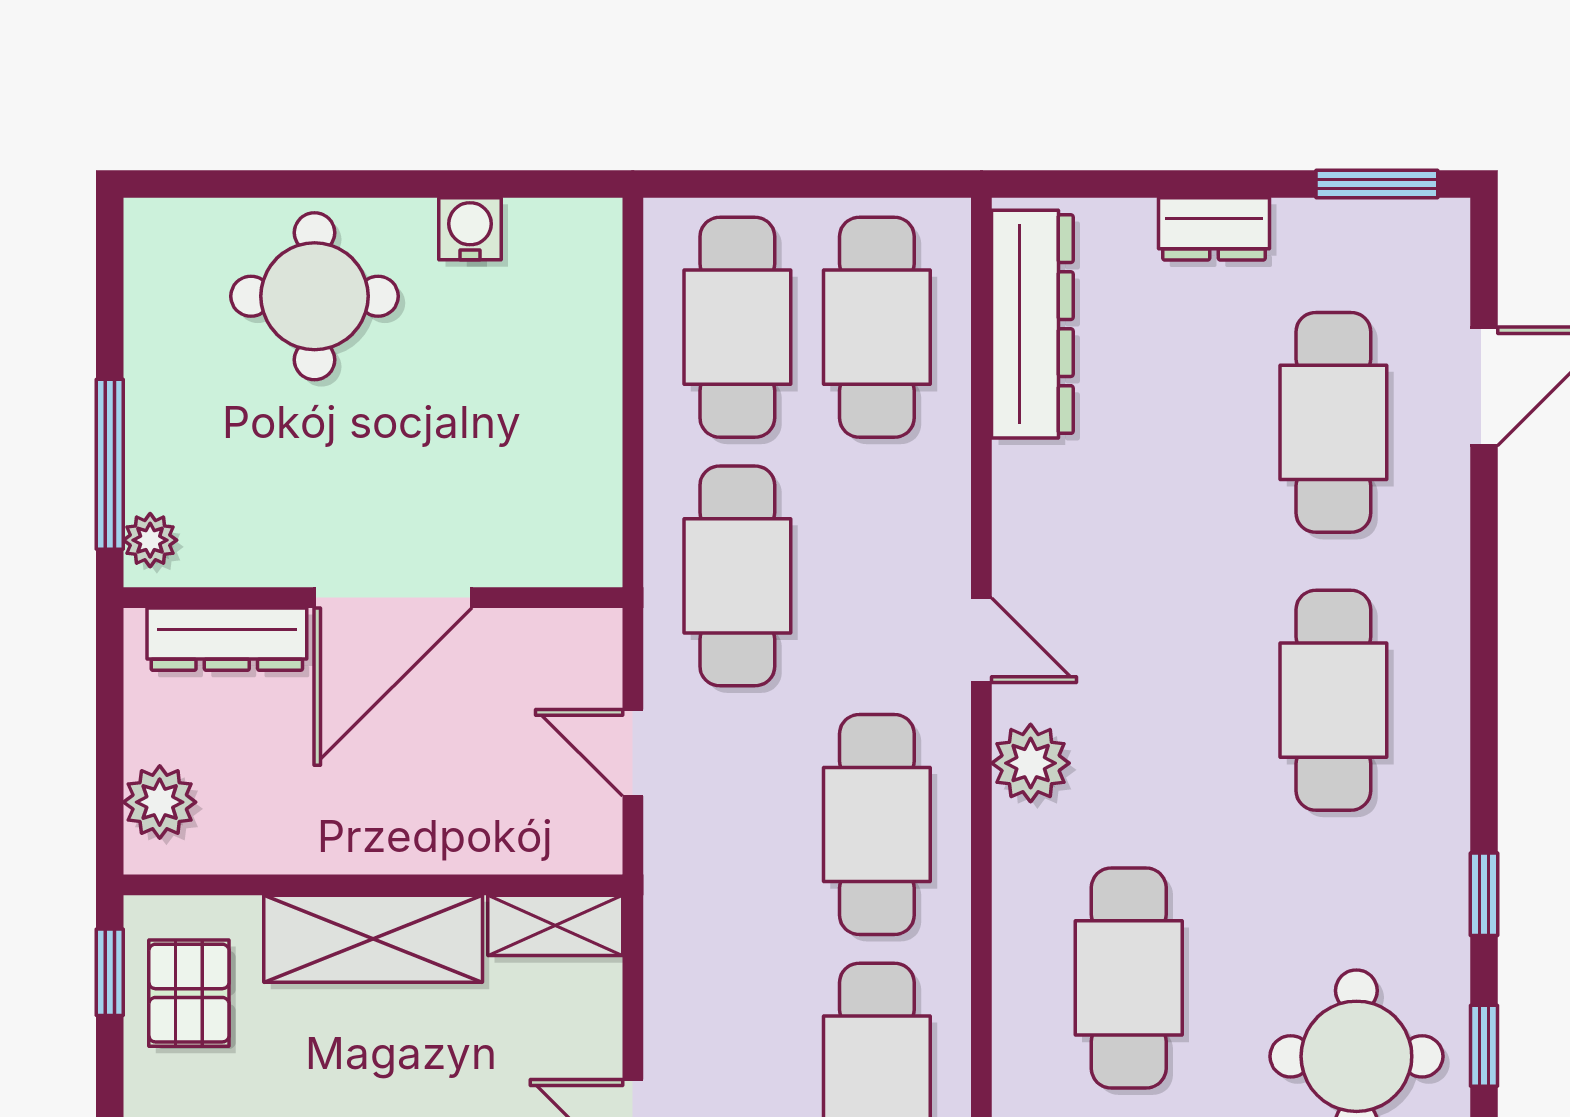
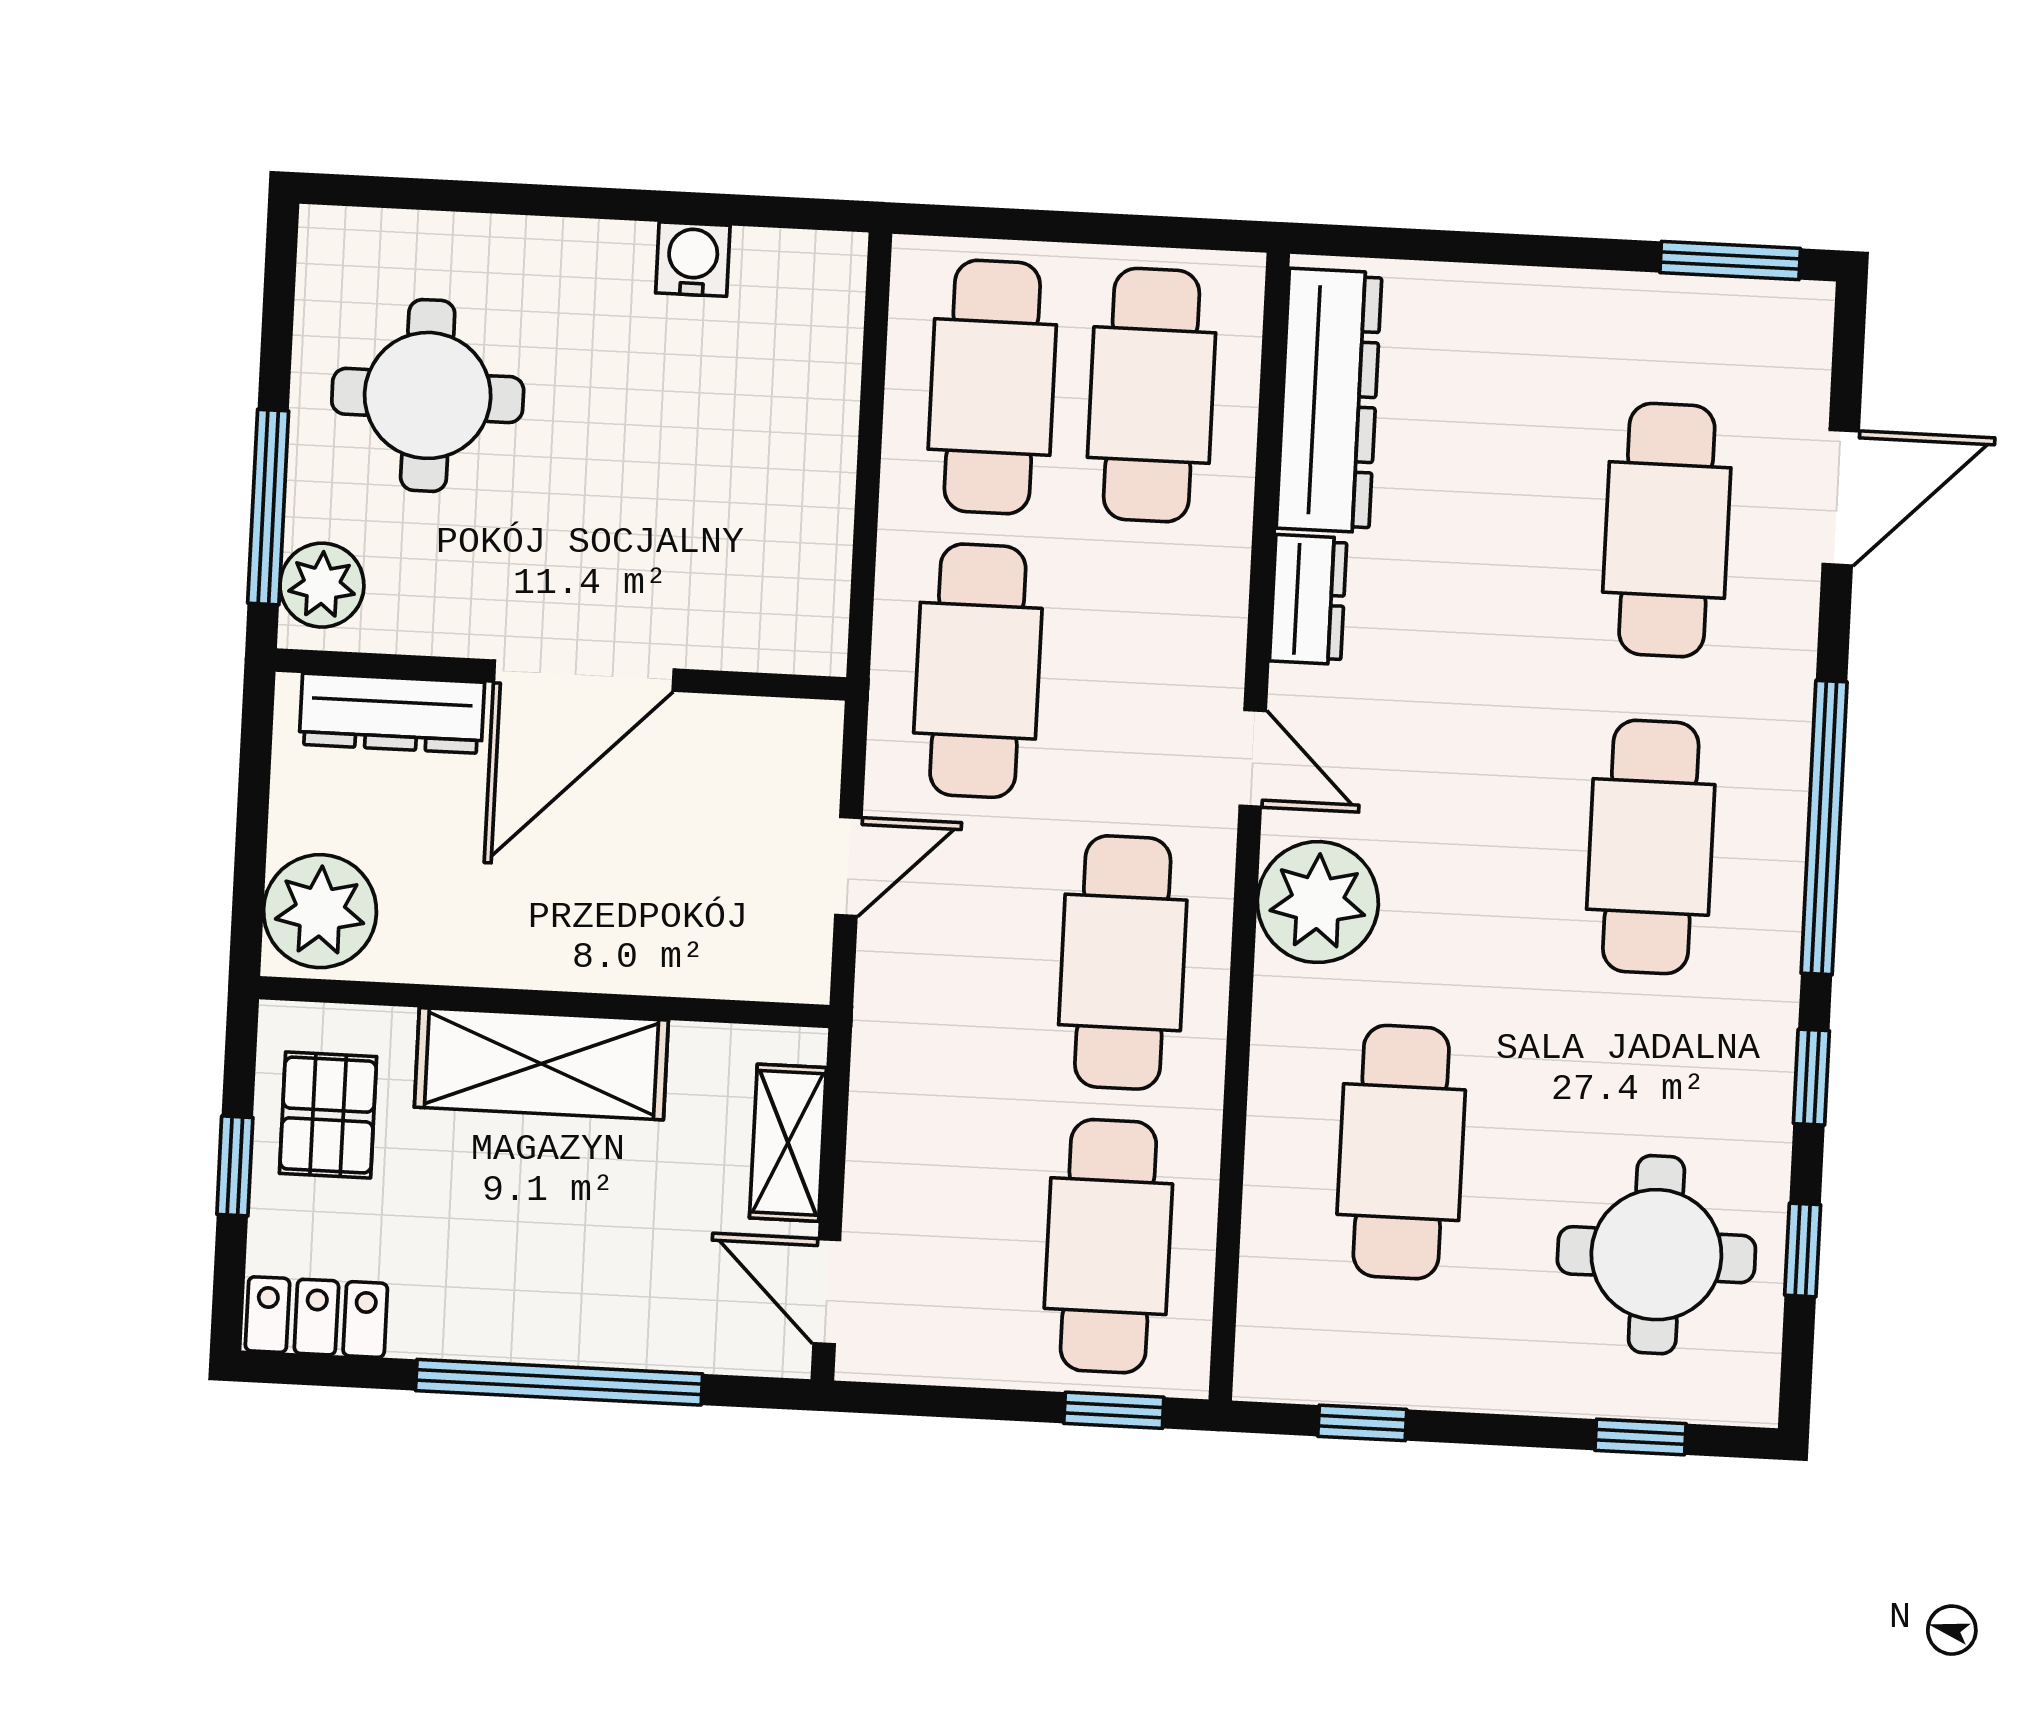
dresser: (1214, 229) -> (1308, 599), moved, turned -90
round table: (315, 296) -> (428, 395), moved
plant: (150, 540) -> (322, 585), width x1.38, depth x1.38
window: (1484, 675) -> (1824, 827), added
door: (633, 753) -> (848, 866), swing flipped
plant: (1031, 763) -> (1318, 902), width x1.36, depth x1.36
plant: (160, 802) -> (320, 911), width x1.36, depth x1.36
shelving: (555, 925) -> (788, 1143), moved, turned 90
window: (110, 972) -> (235, 1166), moved

